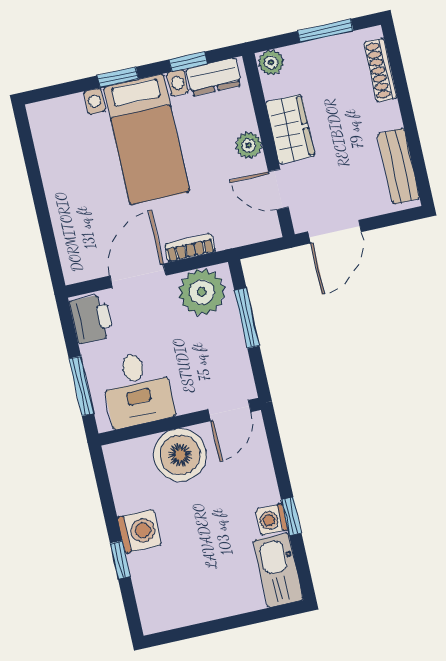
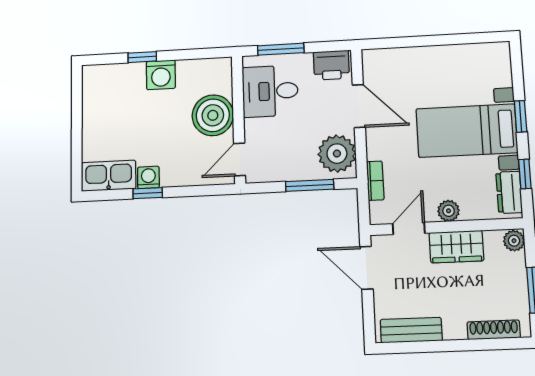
bookcase: (190, 248) -> (375, 181), moved
door: (230, 411) -> (240, 159), hinge flipped

